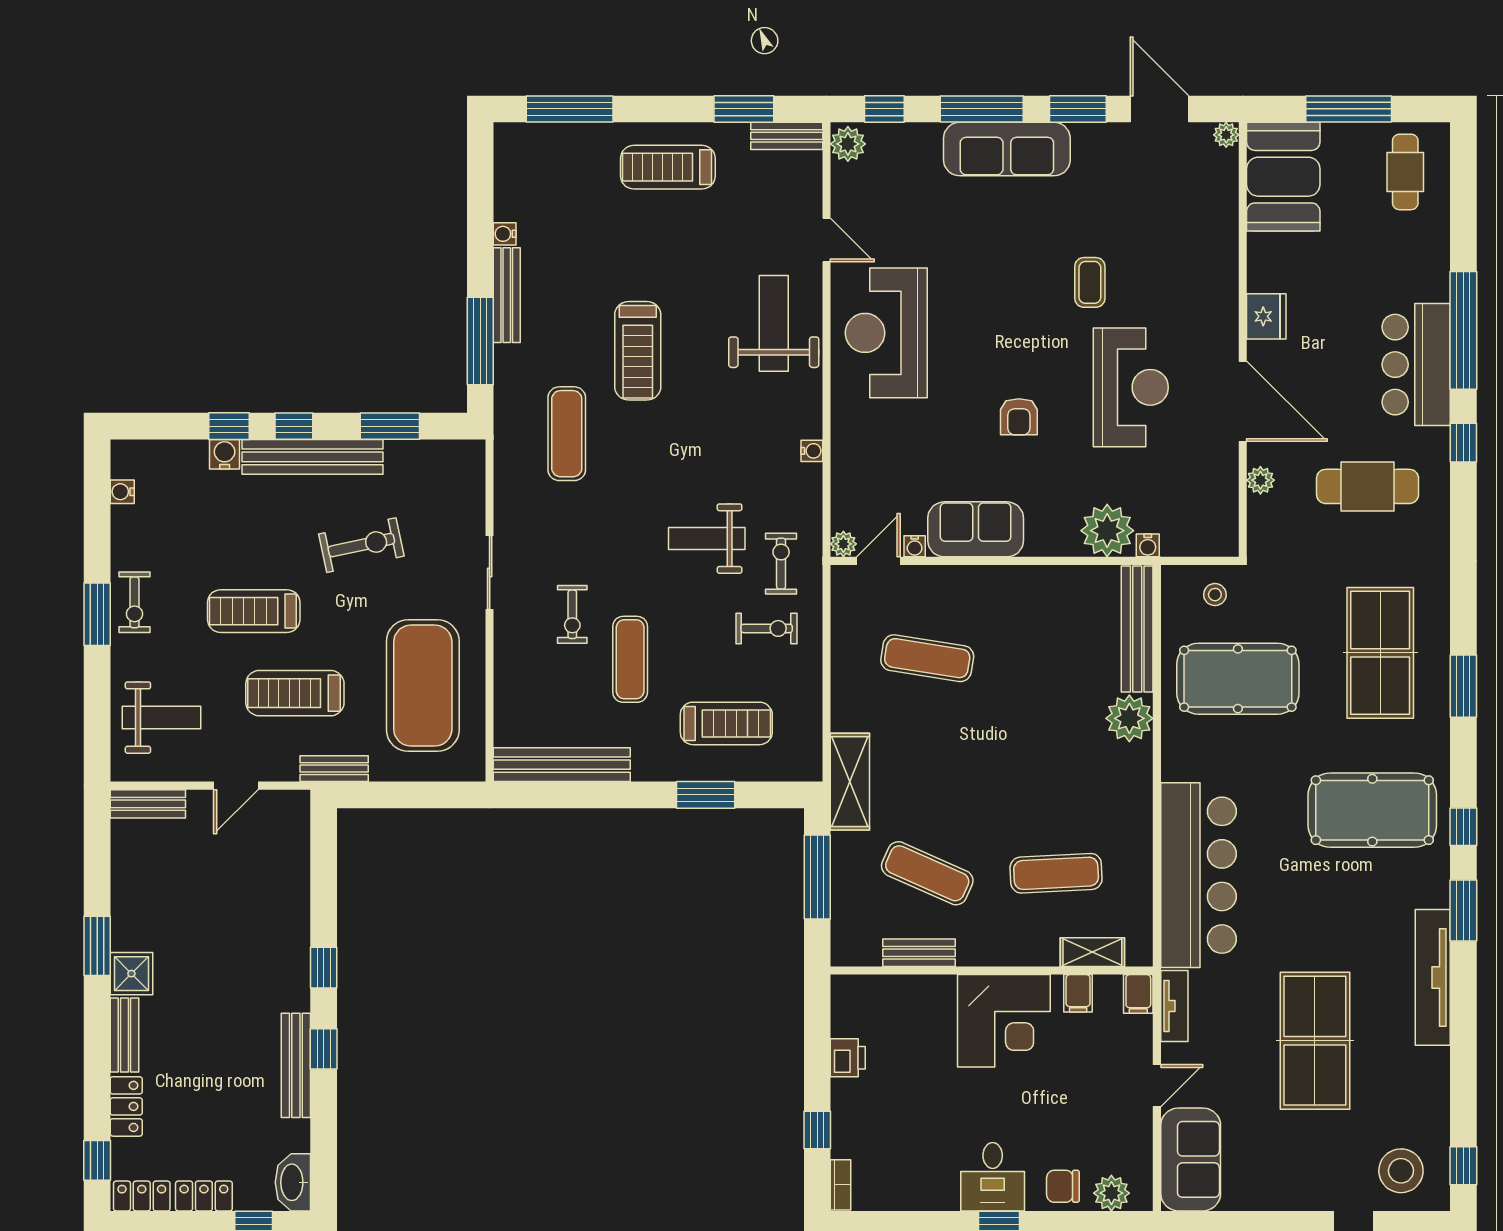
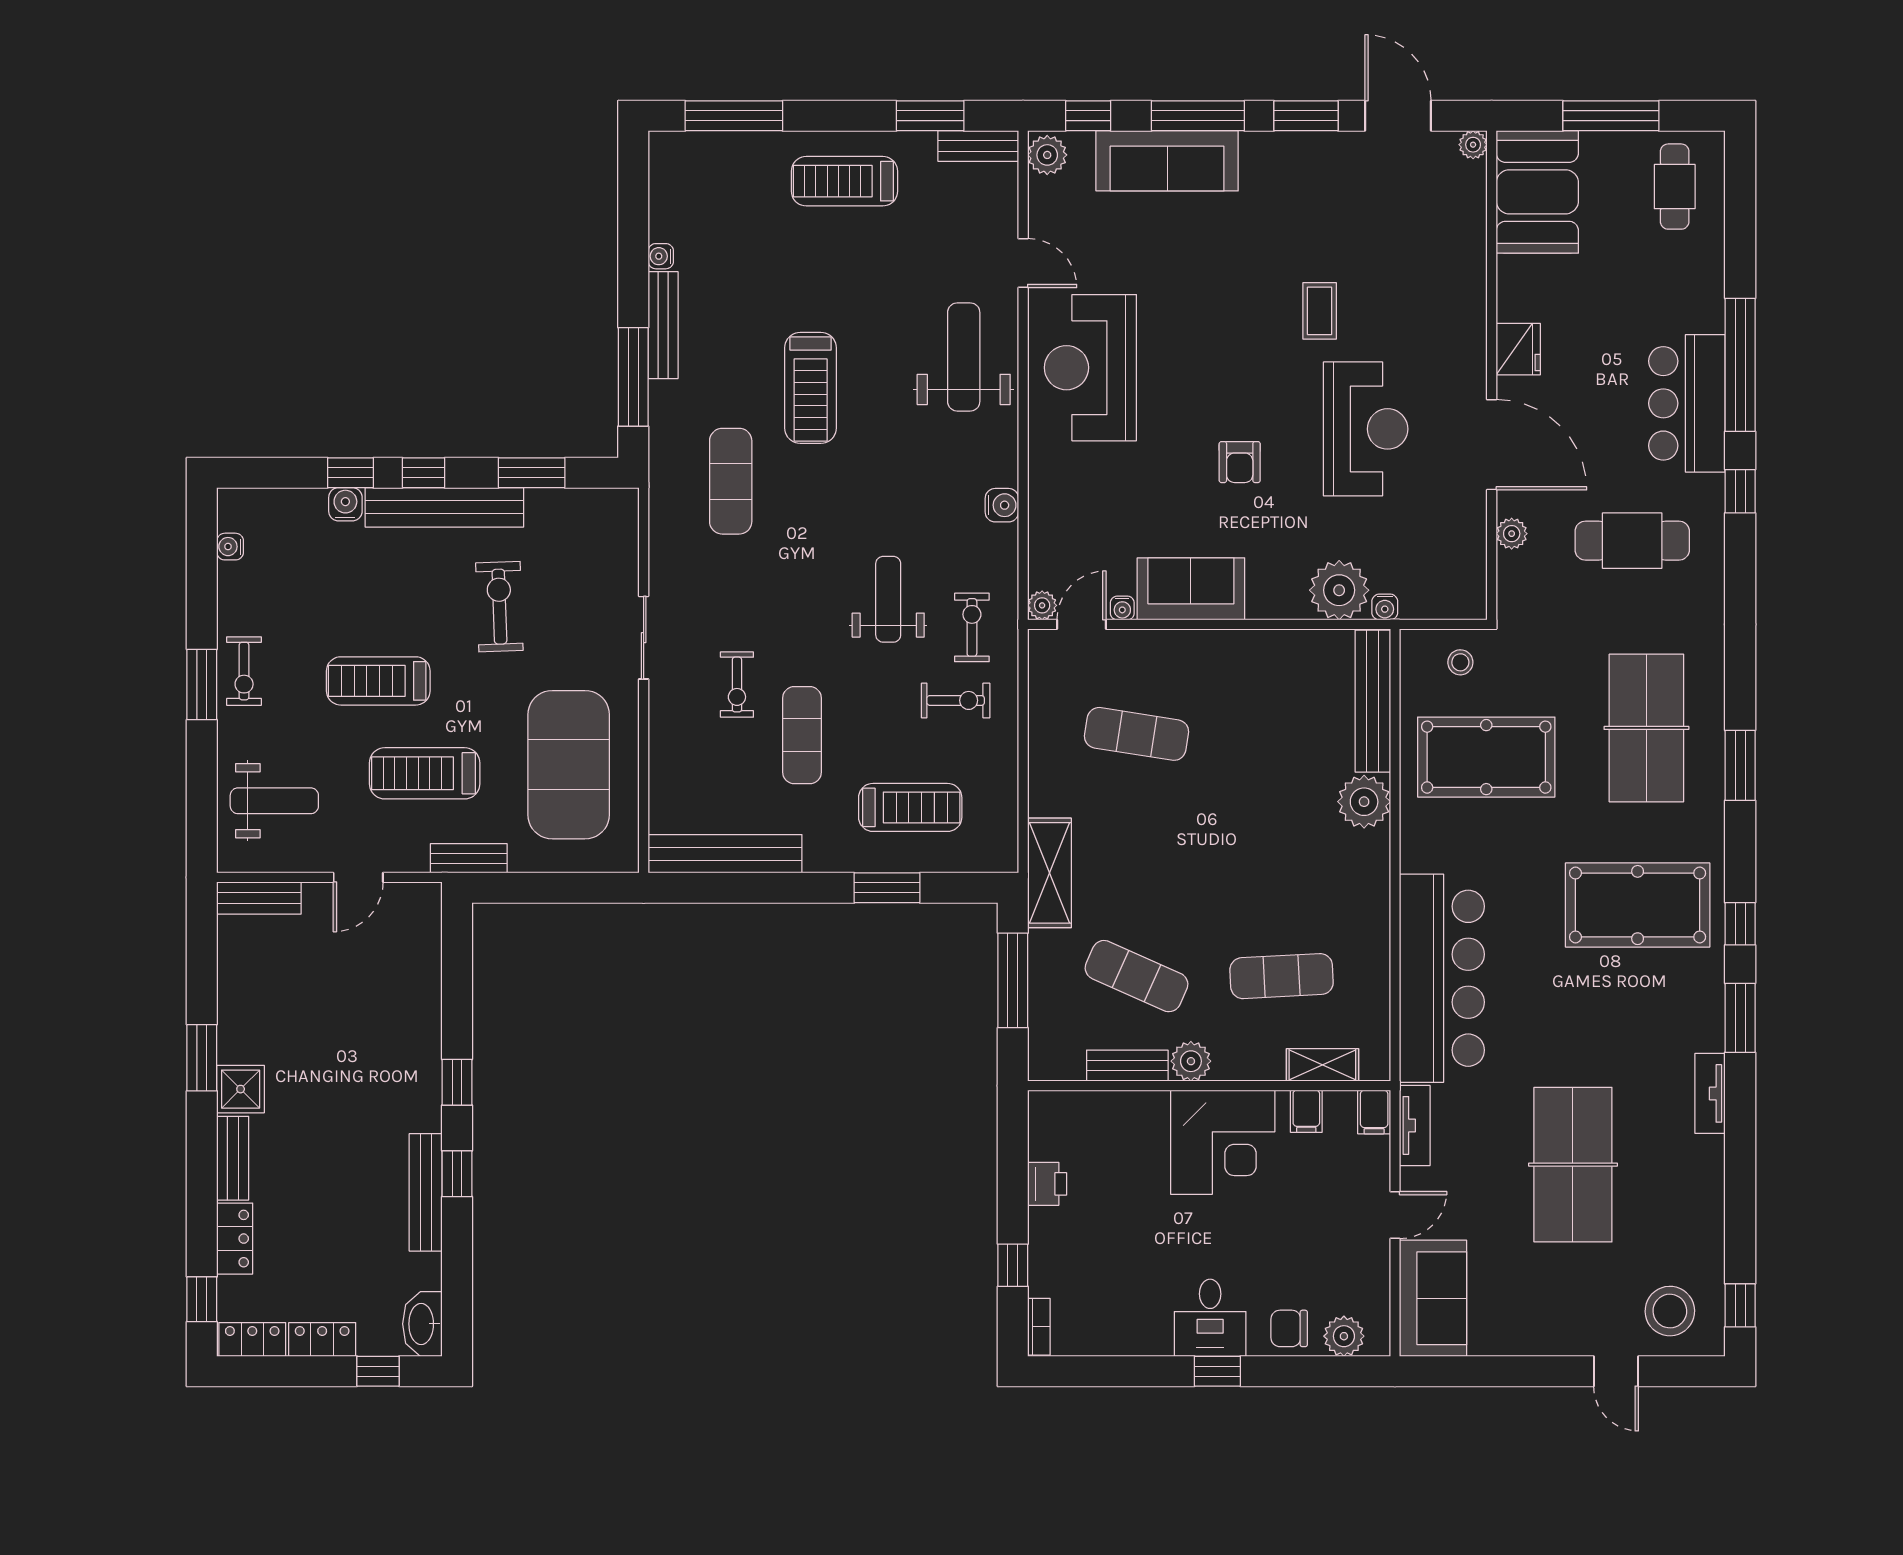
sofa: (1007, 149) -> (1167, 161), moved
water cooler: (812, 451) -> (1002, 505), width x1.38, depth x1.38
weight bench: (707, 539) -> (888, 599), turned 90
exercise bike: (361, 545) -> (499, 607), turned -80
plant: (976, 949) -> (1191, 1061), added
tv unit: (1433, 977) -> (1710, 1093), width x0.52, depth x0.78

